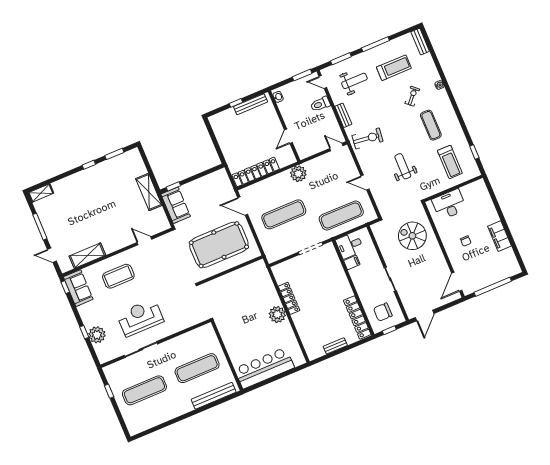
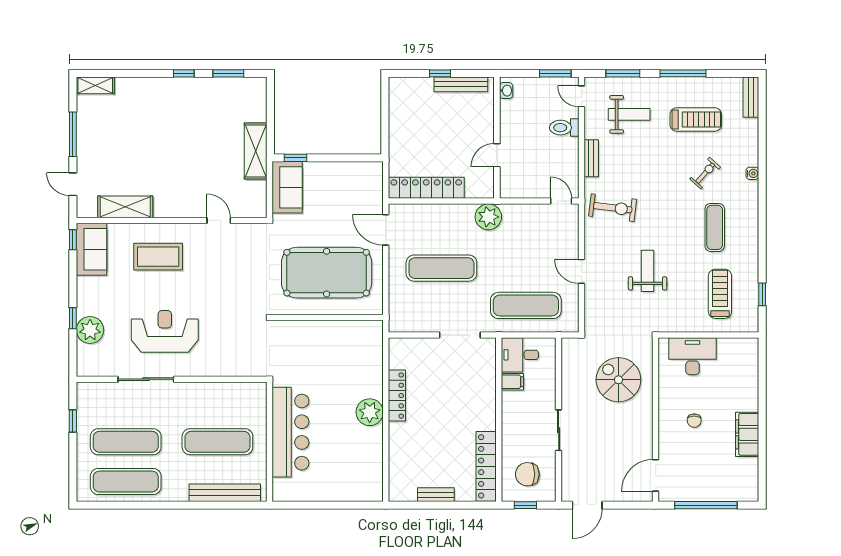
treadmill: (450, 162) -> (720, 294), turned 180
bar counter: (264, 368) -> (290, 432), moved, turned 90
exercise mat: (154, 413) -> (126, 482), added

